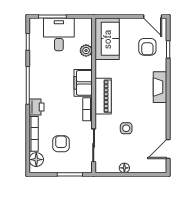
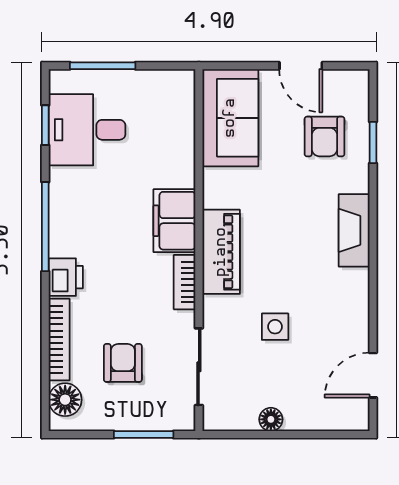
door: (153, 16) -> (301, 66), moved
desk: (59, 34) -> (87, 130), moved, turned -90
plant: (86, 51) -> (181, 145), removed

